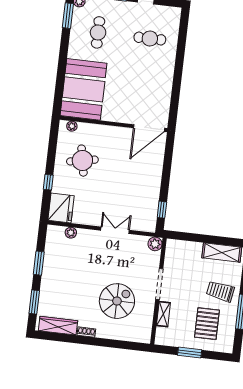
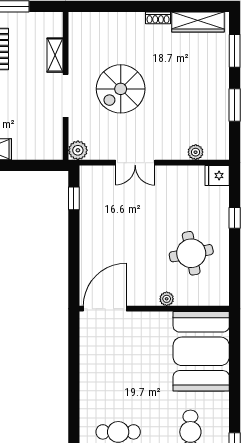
plant: (72, 126) -> (167, 299), moved
fridge: (61, 208) -> (217, 176), width x0.53, depth x0.75
spiral stairs: (117, 301) -> (121, 89), moved

